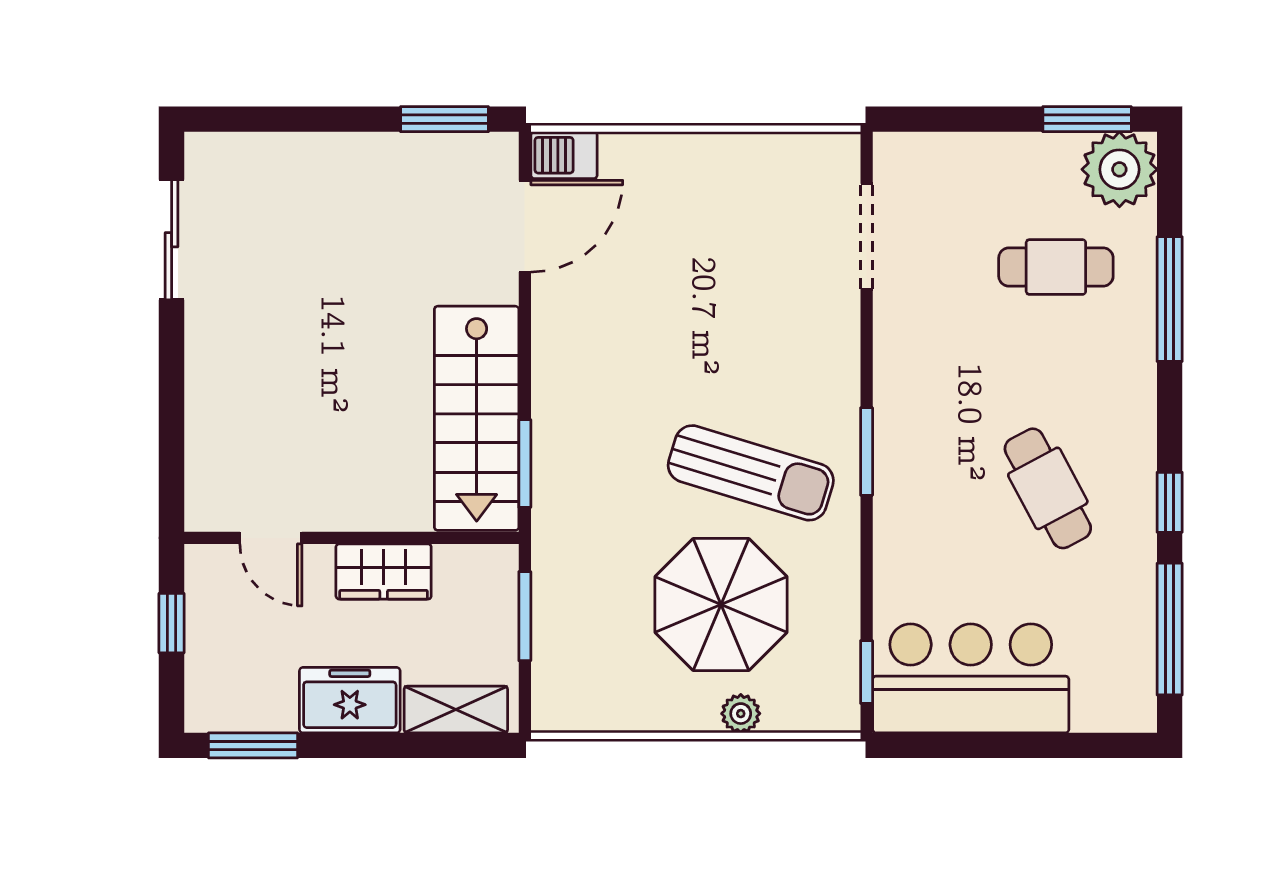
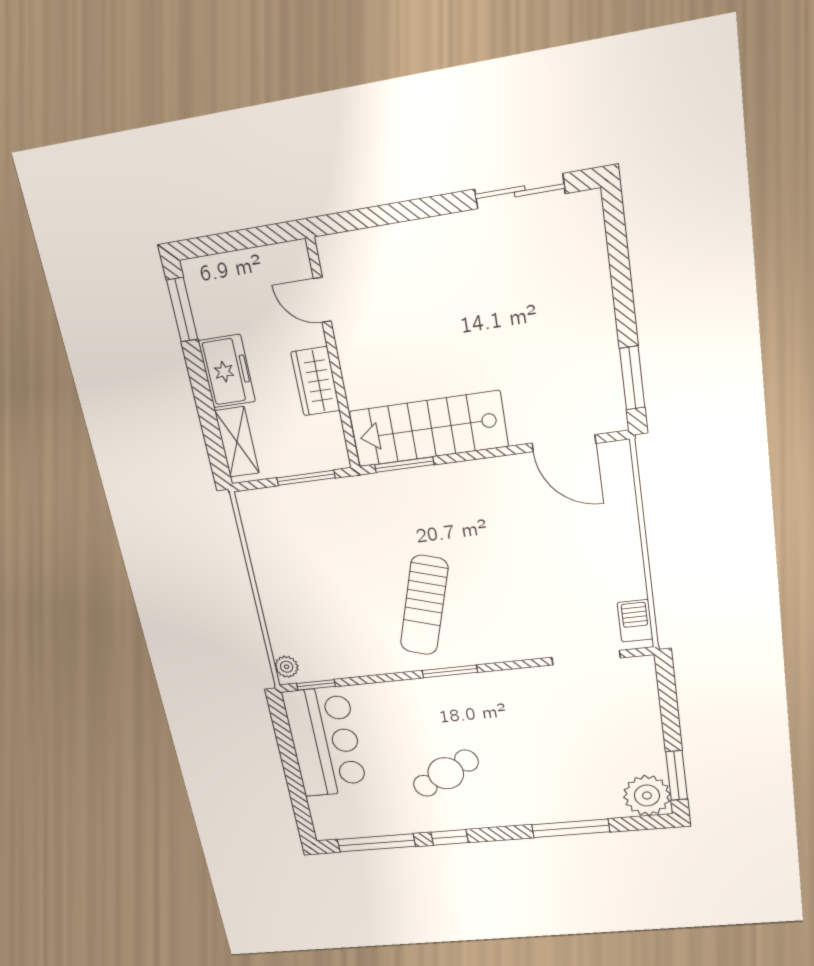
barbecue: (564, 155) -> (635, 621), moved
cafe table: (1056, 267) -> (581, 766), removed
door: (271, 538) -> (322, 300), hinge flipped
parasol: (721, 605) -> (339, 597), removed
window: (172, 623) -> (250, 238), removed
plant: (741, 714) -> (287, 667), moved

